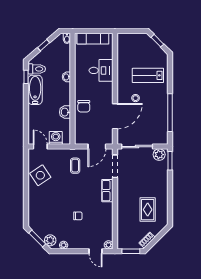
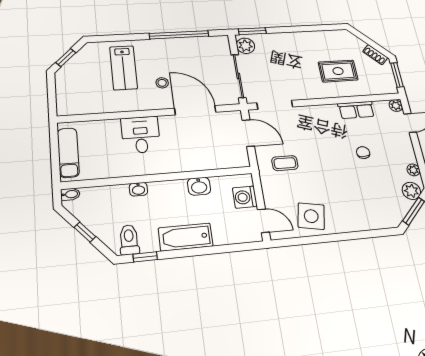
desk: (101, 70) -> (141, 135), moved
bathtub: (35, 90) -> (186, 237), moved
chair: (84, 106) -> (185, 158), removed
door: (40, 147) -> (263, 221), swing flipped
side table: (40, 175) -> (311, 216), turned 45
row of seats: (107, 191) -> (356, 110), moved
rug: (148, 210) -> (338, 71), moved

